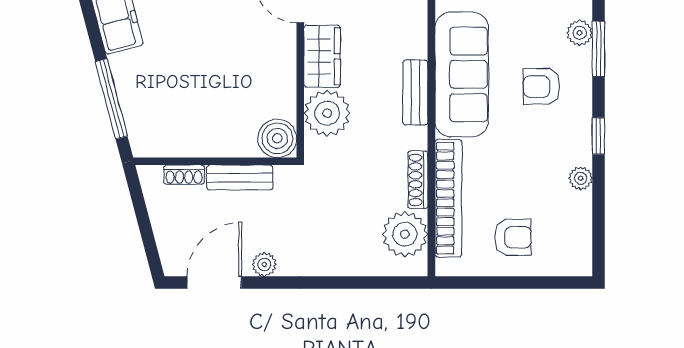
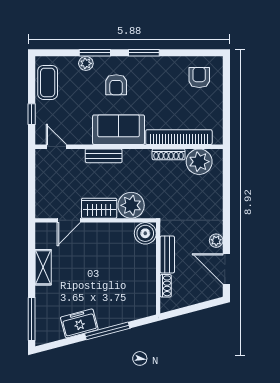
sofa: (462, 74) -> (119, 130), width x0.73
bench: (415, 92) -> (104, 156), moved
window: (111, 99) -> (107, 331), moved
window: (598, 136) -> (144, 53), width x1.50
plant: (581, 178) -> (168, 63), removed
armchair: (513, 237) -> (199, 77), moved

